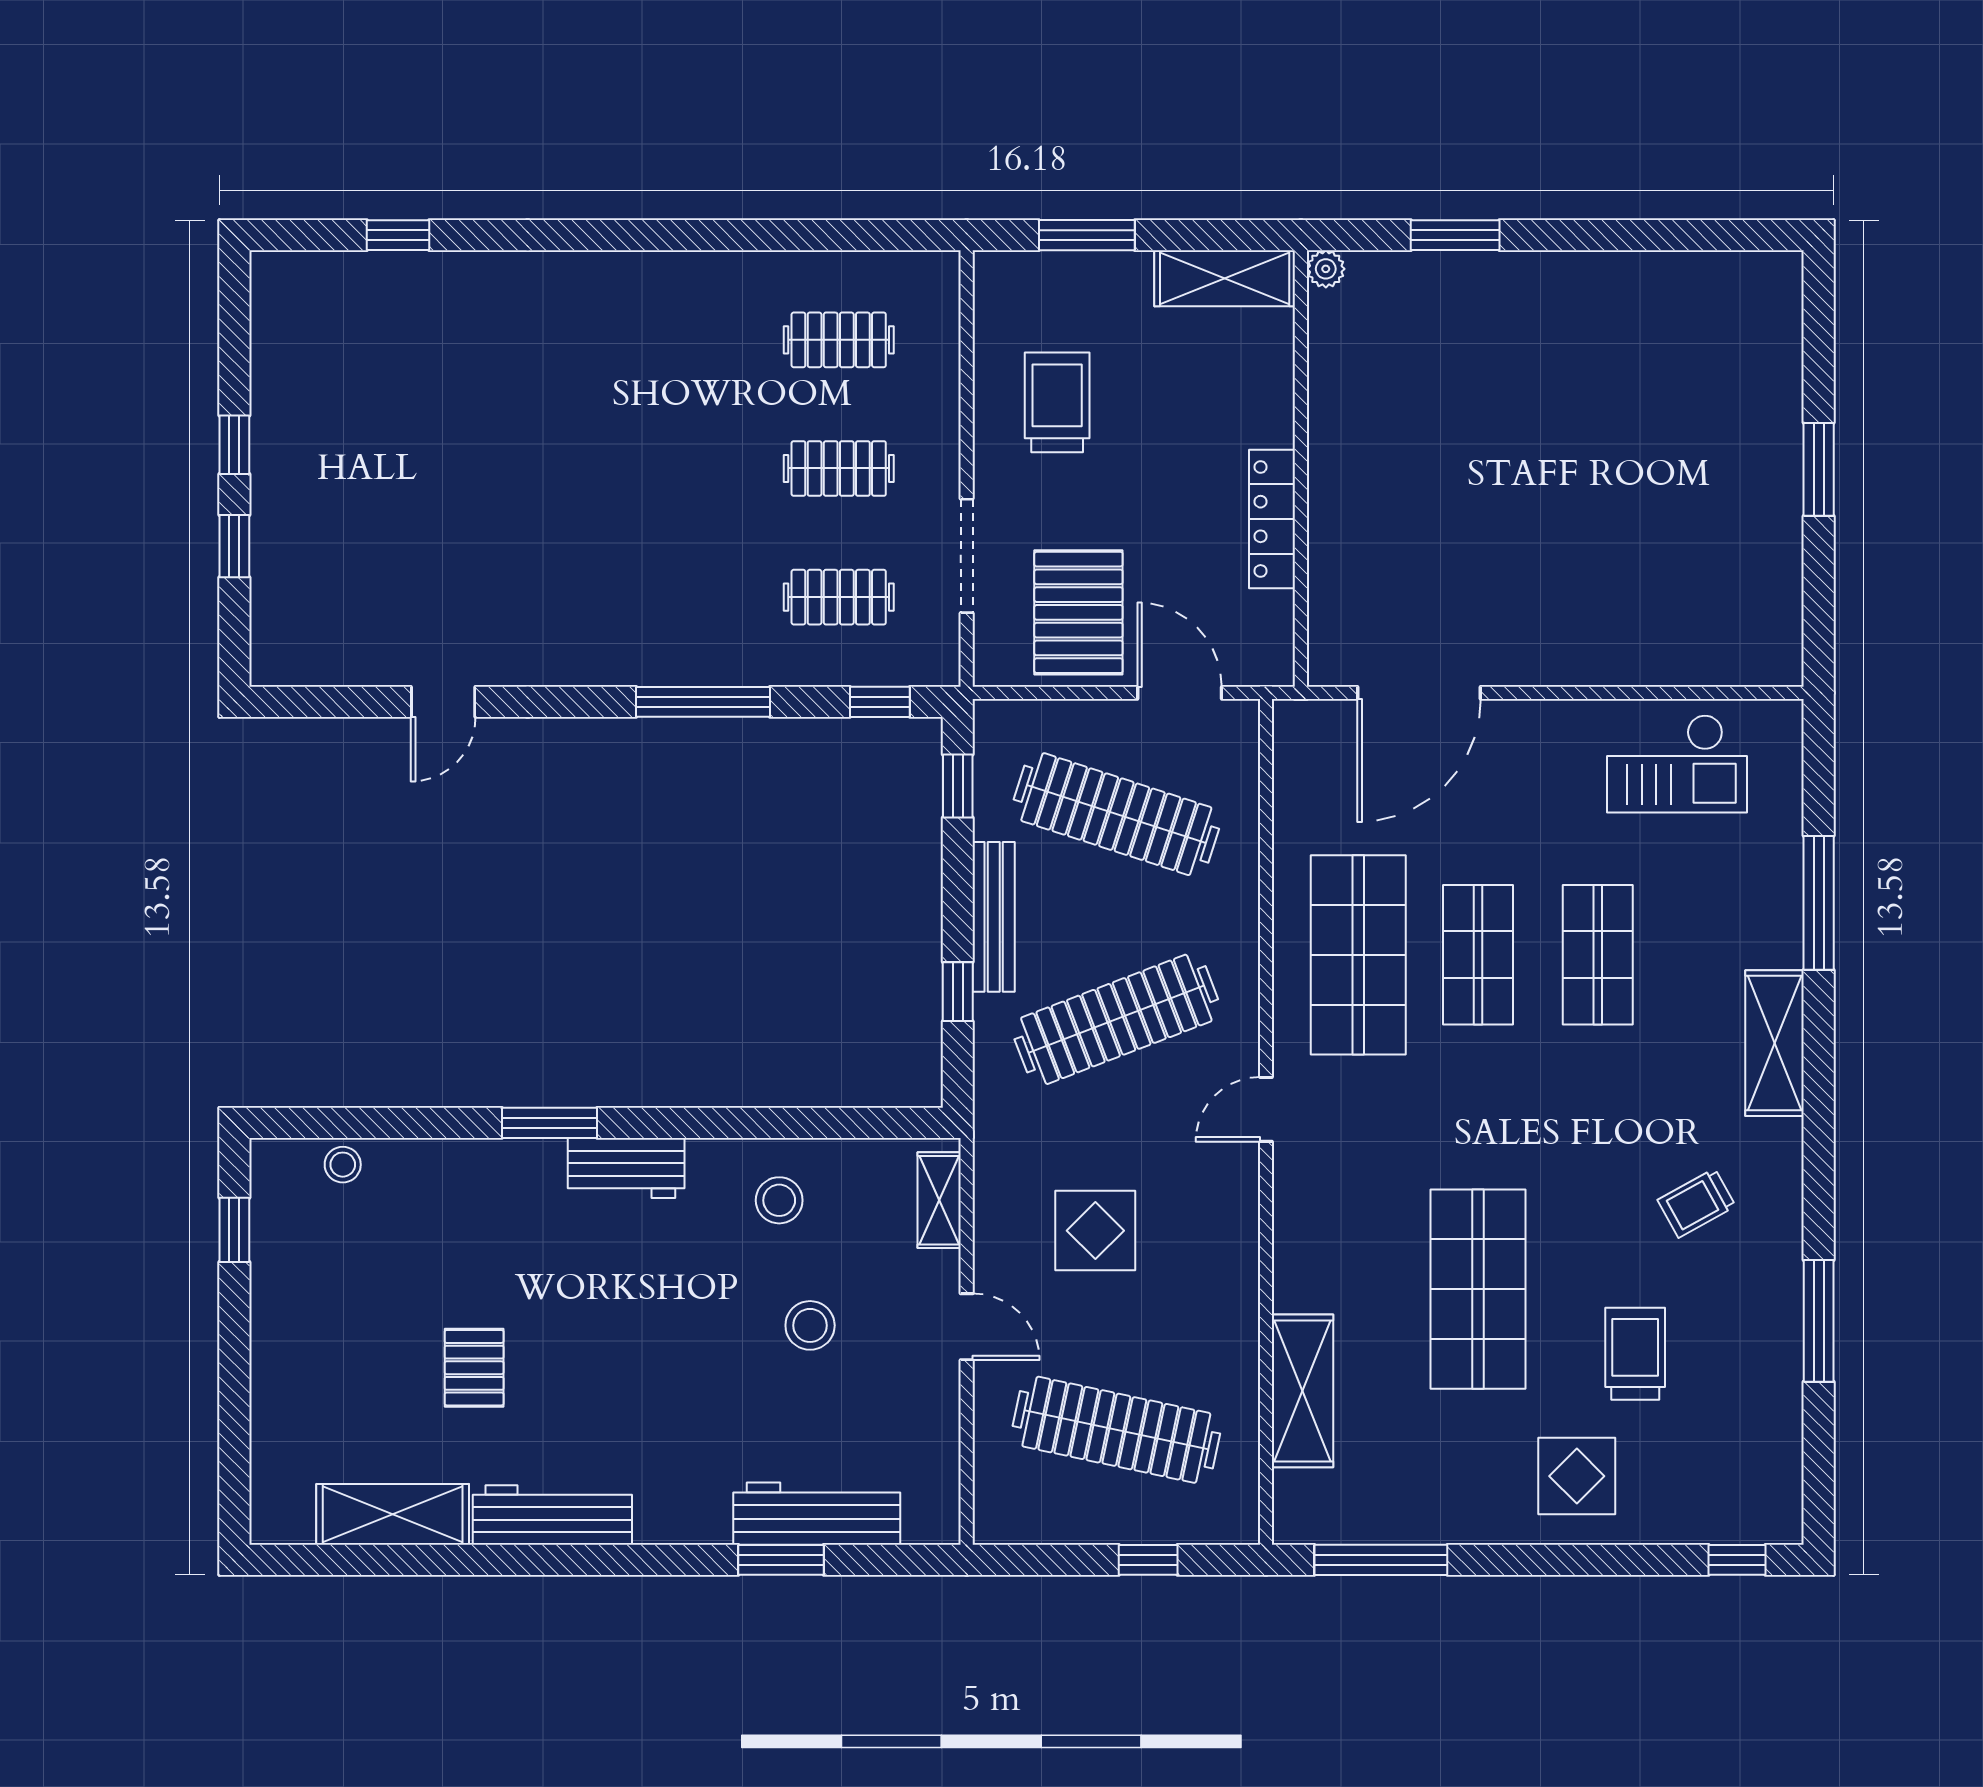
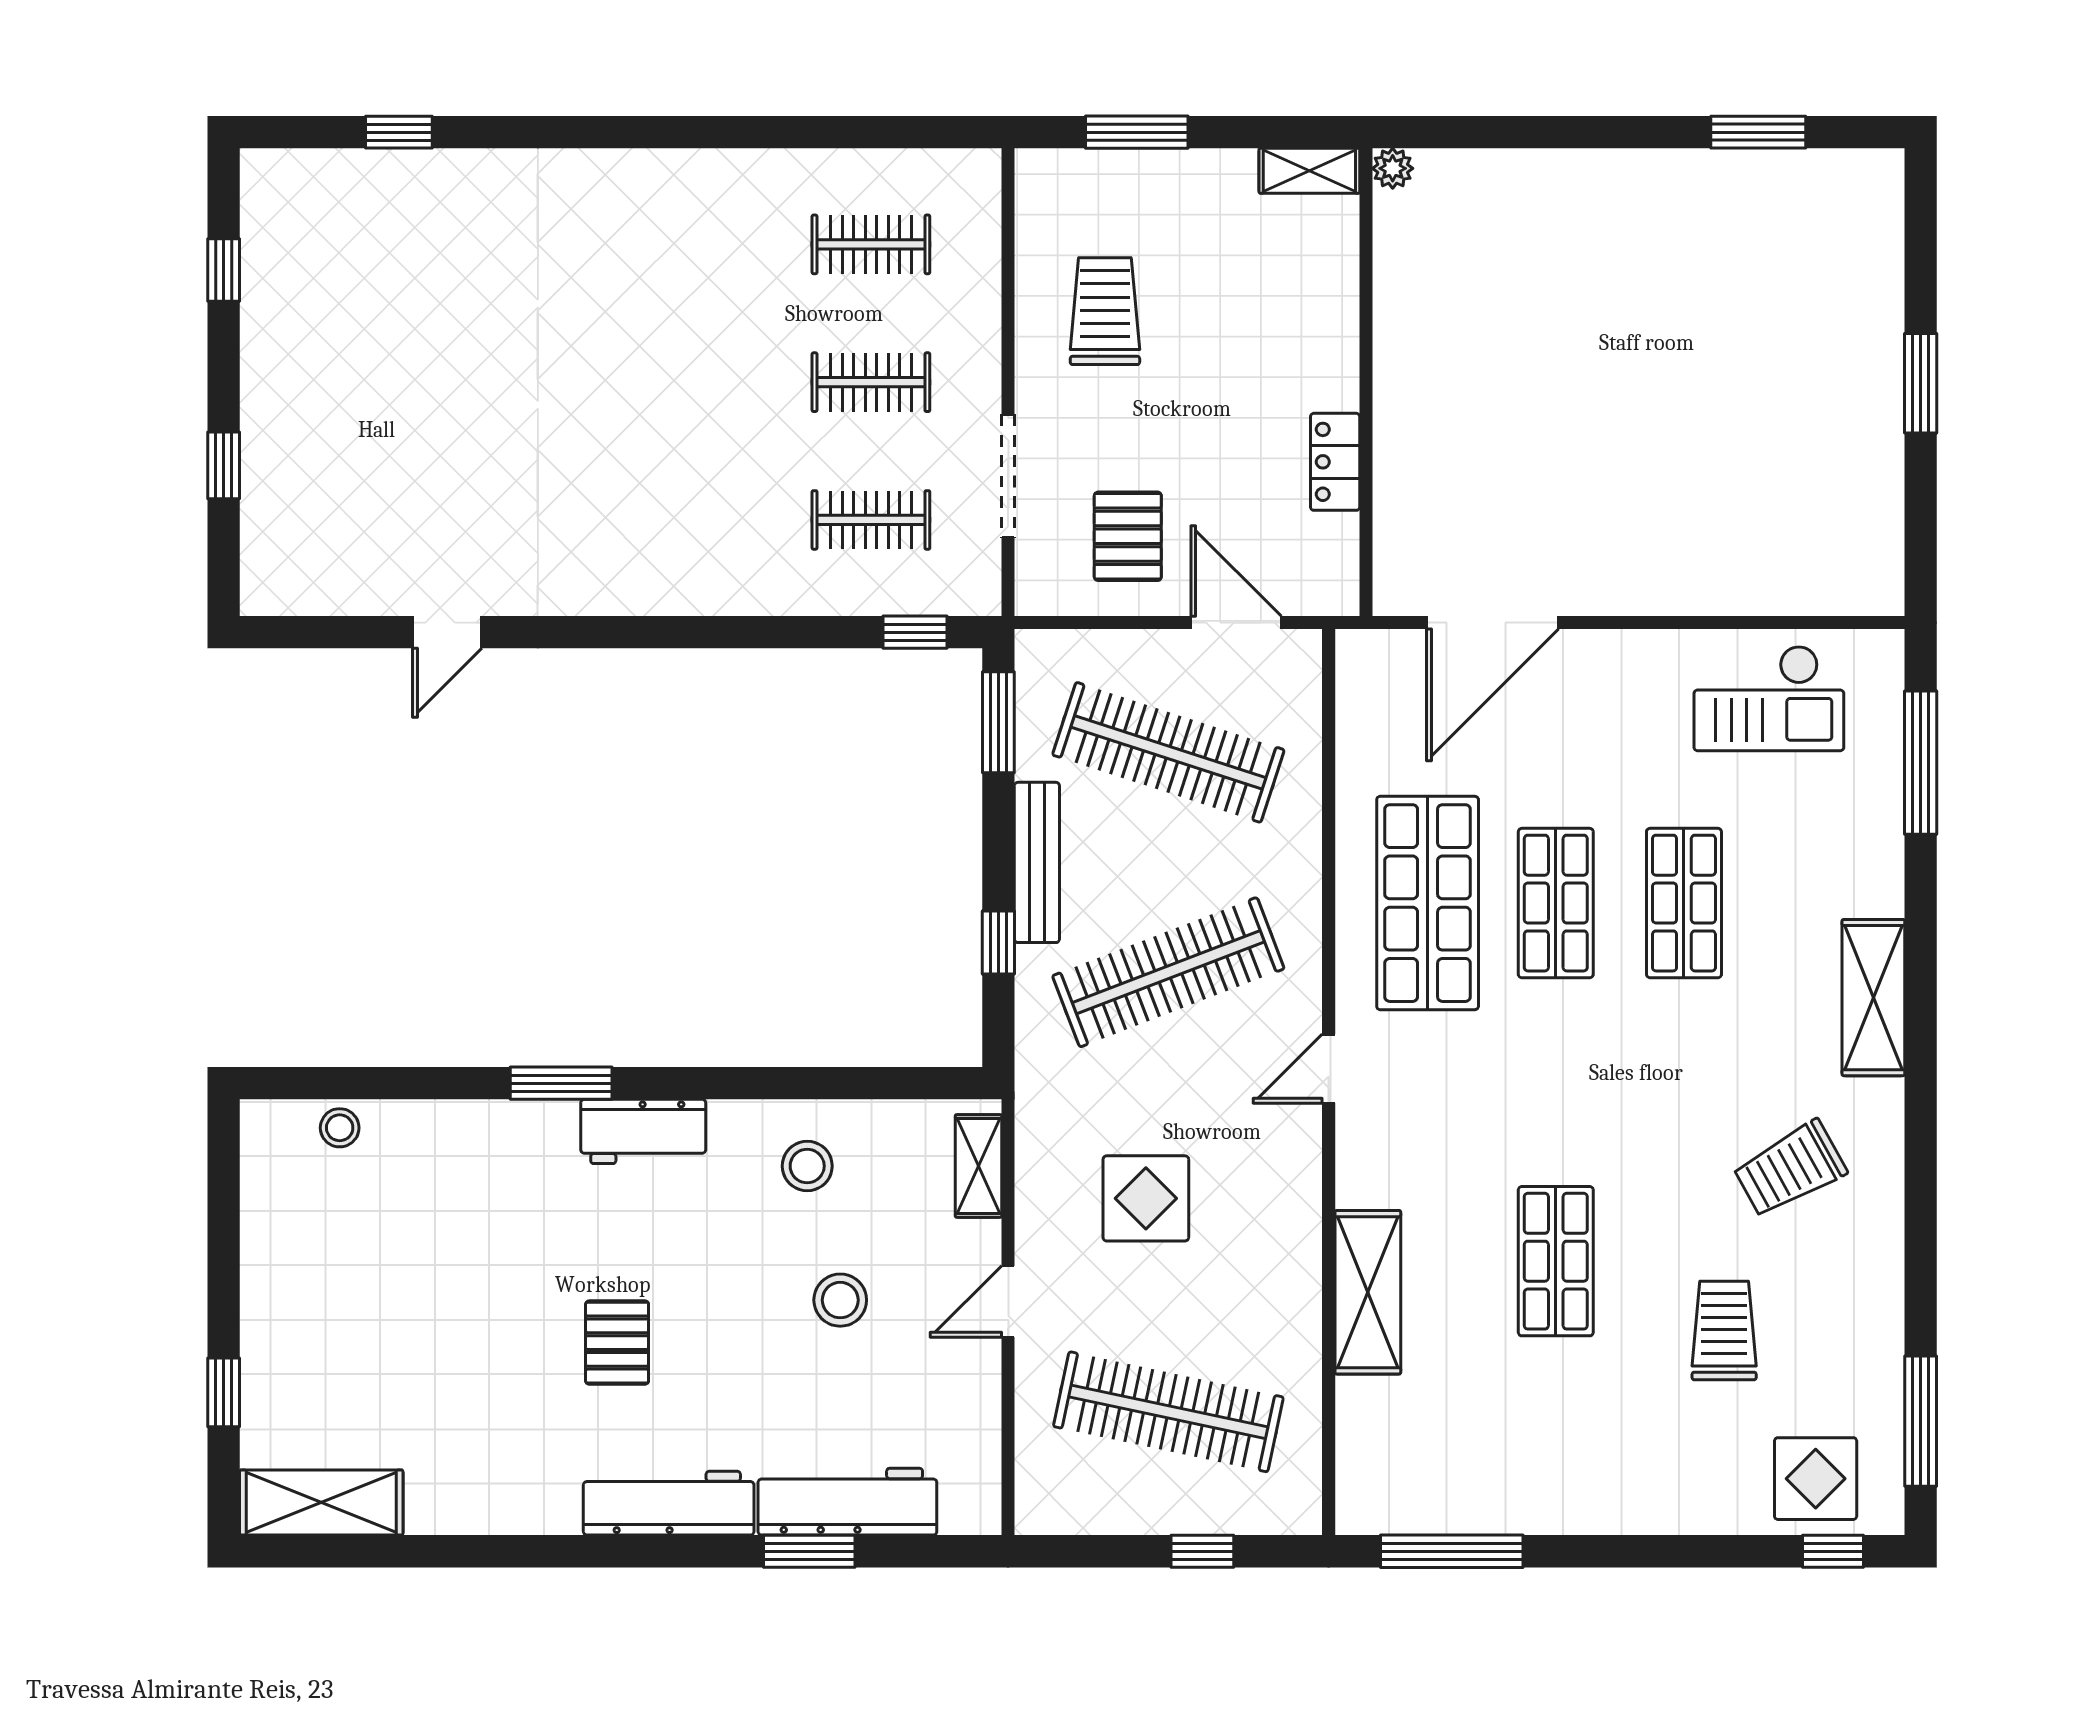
window: (1455, 235) -> (1758, 132), moved
shelving: (1225, 278) -> (1309, 171), width x0.67, depth x0.75
window: (234, 445) -> (224, 270), moved
locker: (1272, 519) -> (1335, 462), width x0.66
pallet: (1078, 612) -> (1128, 536), width x0.67, depth x0.71
window: (703, 702) -> (726, 632), removed
window: (958, 786) -> (998, 722), width x1.50
window: (1819, 903) -> (1921, 763), moved
trolley: (1697, 1203) -> (1790, 1169), width x1.36, depth x1.39
window: (234, 1230) -> (224, 1392), moved
shop shelf: (1478, 1289) -> (1556, 1261), width x0.70, depth x0.74
window: (1819, 1321) -> (1921, 1421), moved
door: (967, 1327) -> (1008, 1301), swing flipped
pallet: (474, 1368) -> (617, 1343), moved
shelving: (1303, 1391) -> (1368, 1292), moved
display table: (1577, 1476) -> (1816, 1479), moved
shelving: (393, 1514) -> (321, 1503), moved
workbench: (552, 1515) -> (669, 1503), moved

